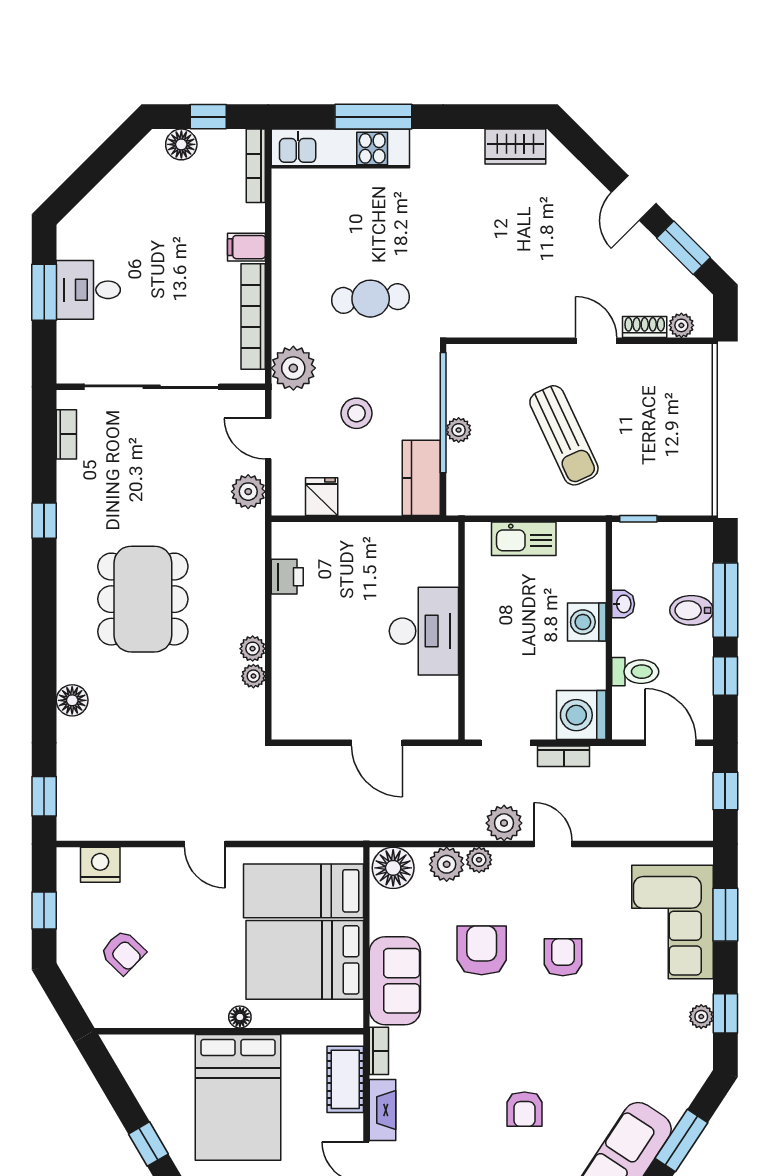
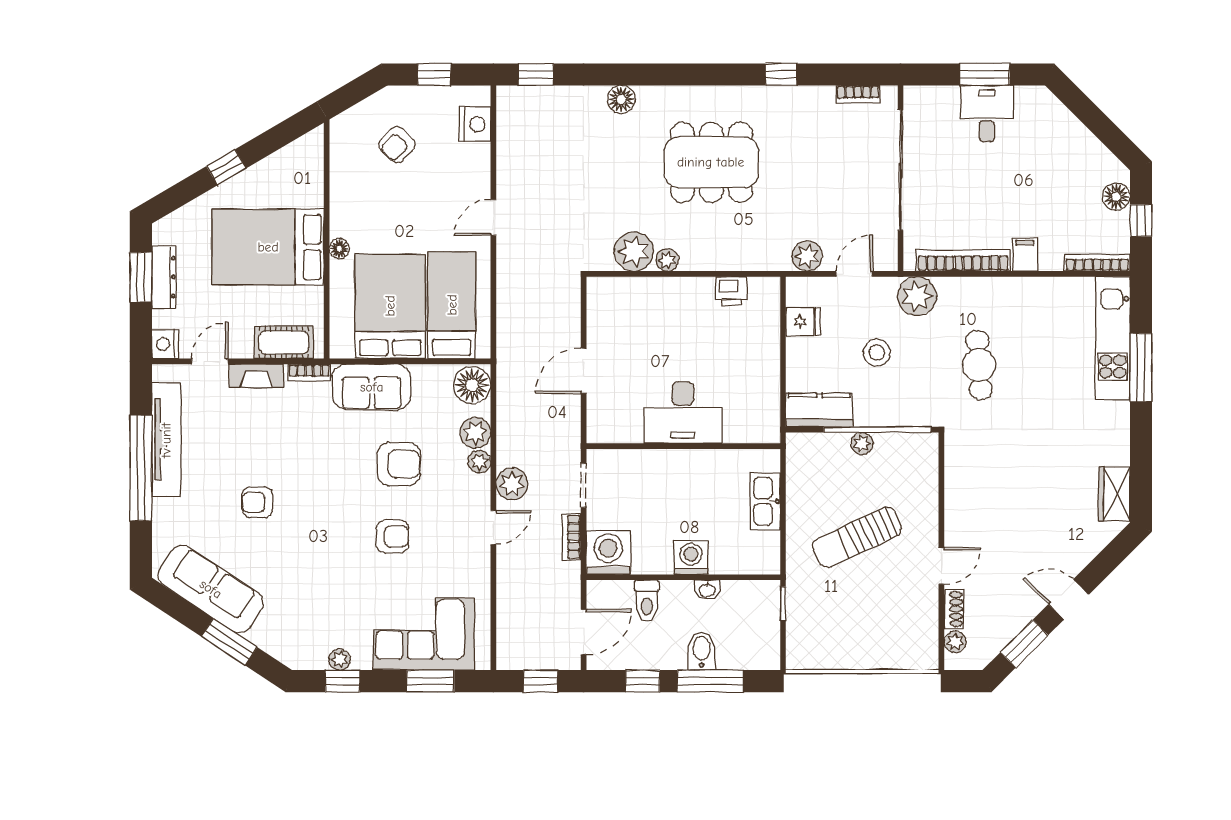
plant: (253, 676) -> (634, 252), width x1.88, depth x1.88

